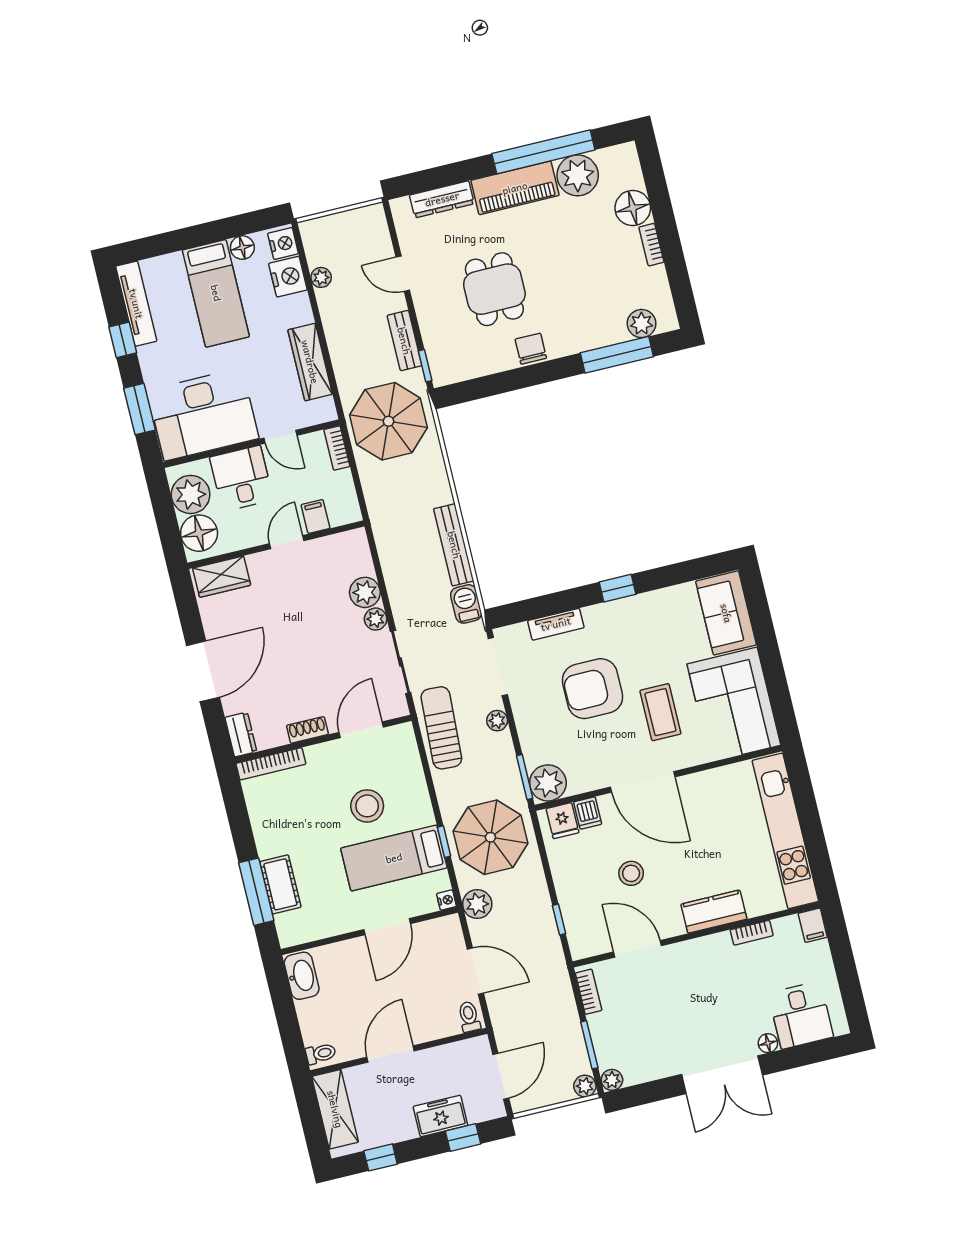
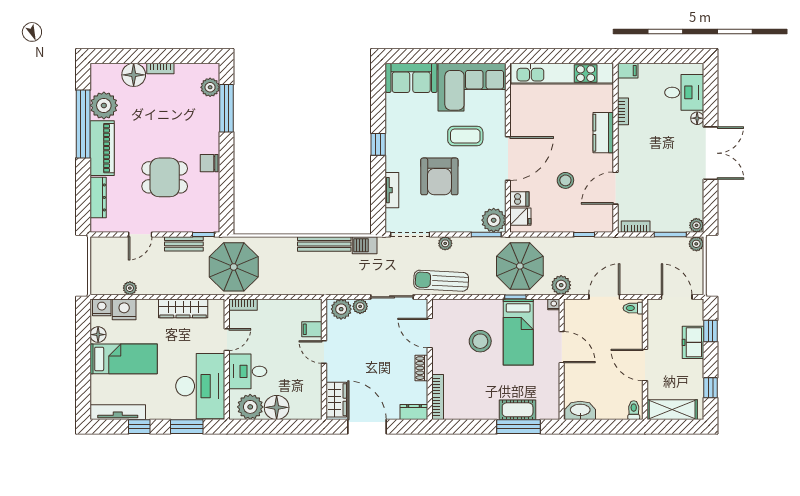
filing cabinet: (315, 516) -> (312, 329), moved
door: (287, 542) -> (324, 352), moved
wall: (276, 545) -> (324, 359), moved
wardrobe: (222, 577) -> (336, 400), moved

